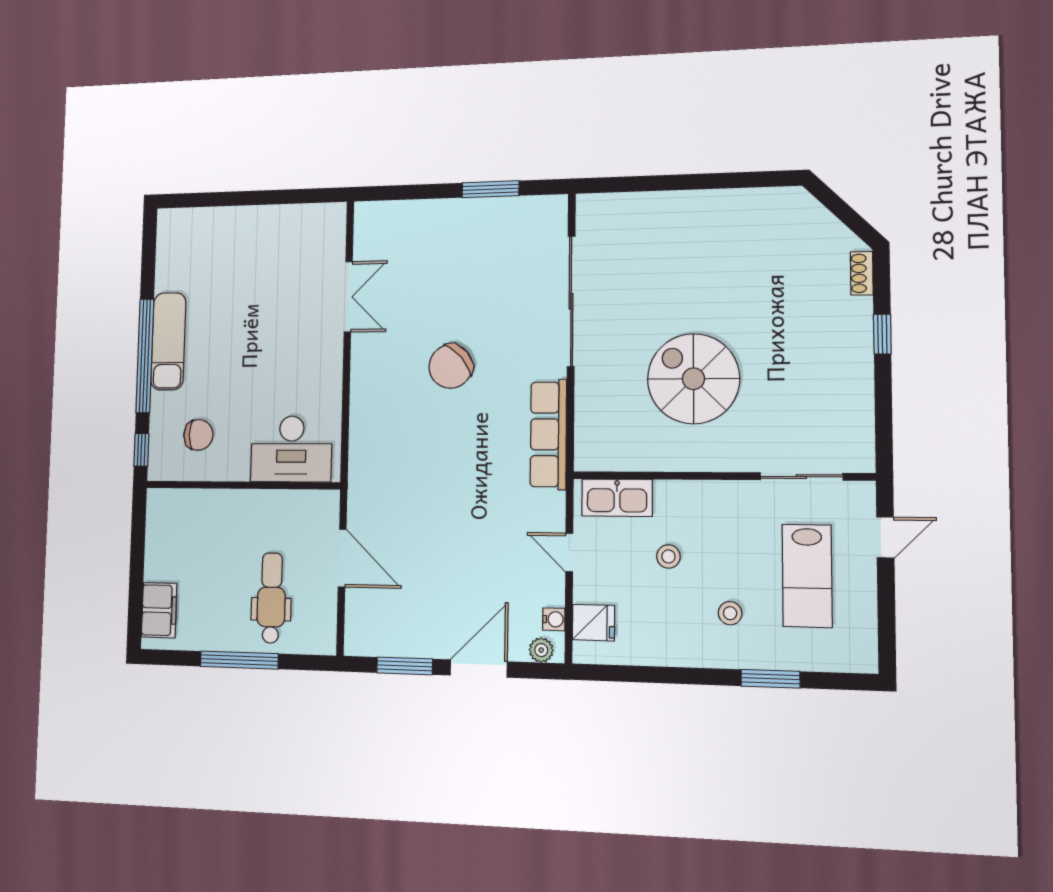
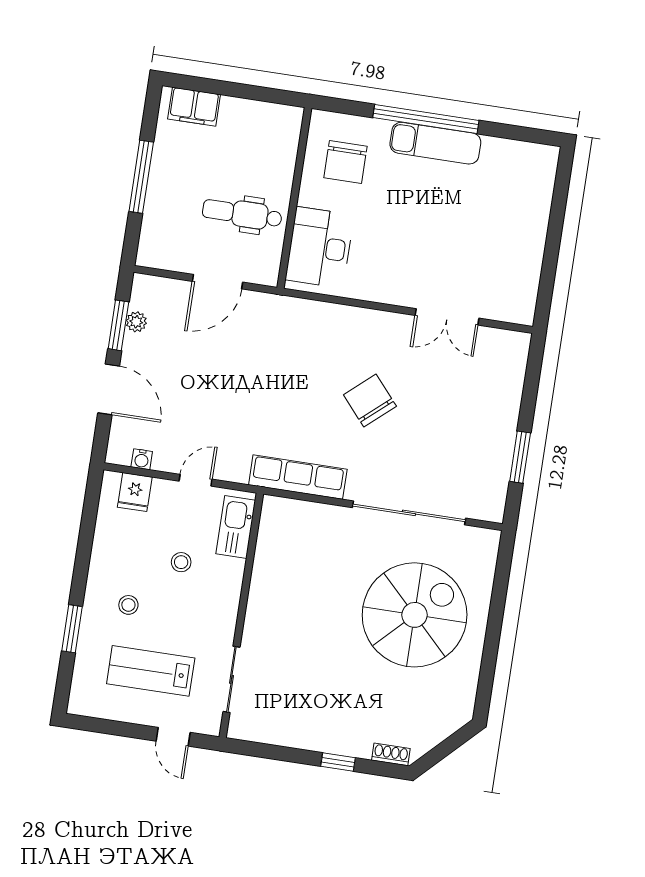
spiral stairs: (693, 379) -> (415, 615), moved, width x1.37, depth x1.37
chair: (198, 435) -> (345, 162), width x1.37, depth x1.37
window: (141, 450) -> (340, 106), removed
dental chair: (271, 598) -> (242, 214), moved, turned 180
plant: (541, 650) -> (136, 322), moved

